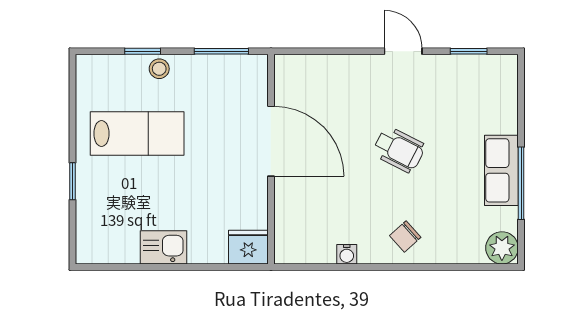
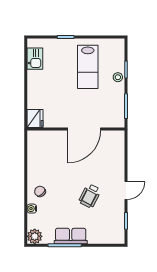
wheelchair: (399, 150) -> (90, 196), moved
kitchen sink: (163, 247) -> (35, 59), moved
water cooler: (347, 254) -> (32, 209), moved

